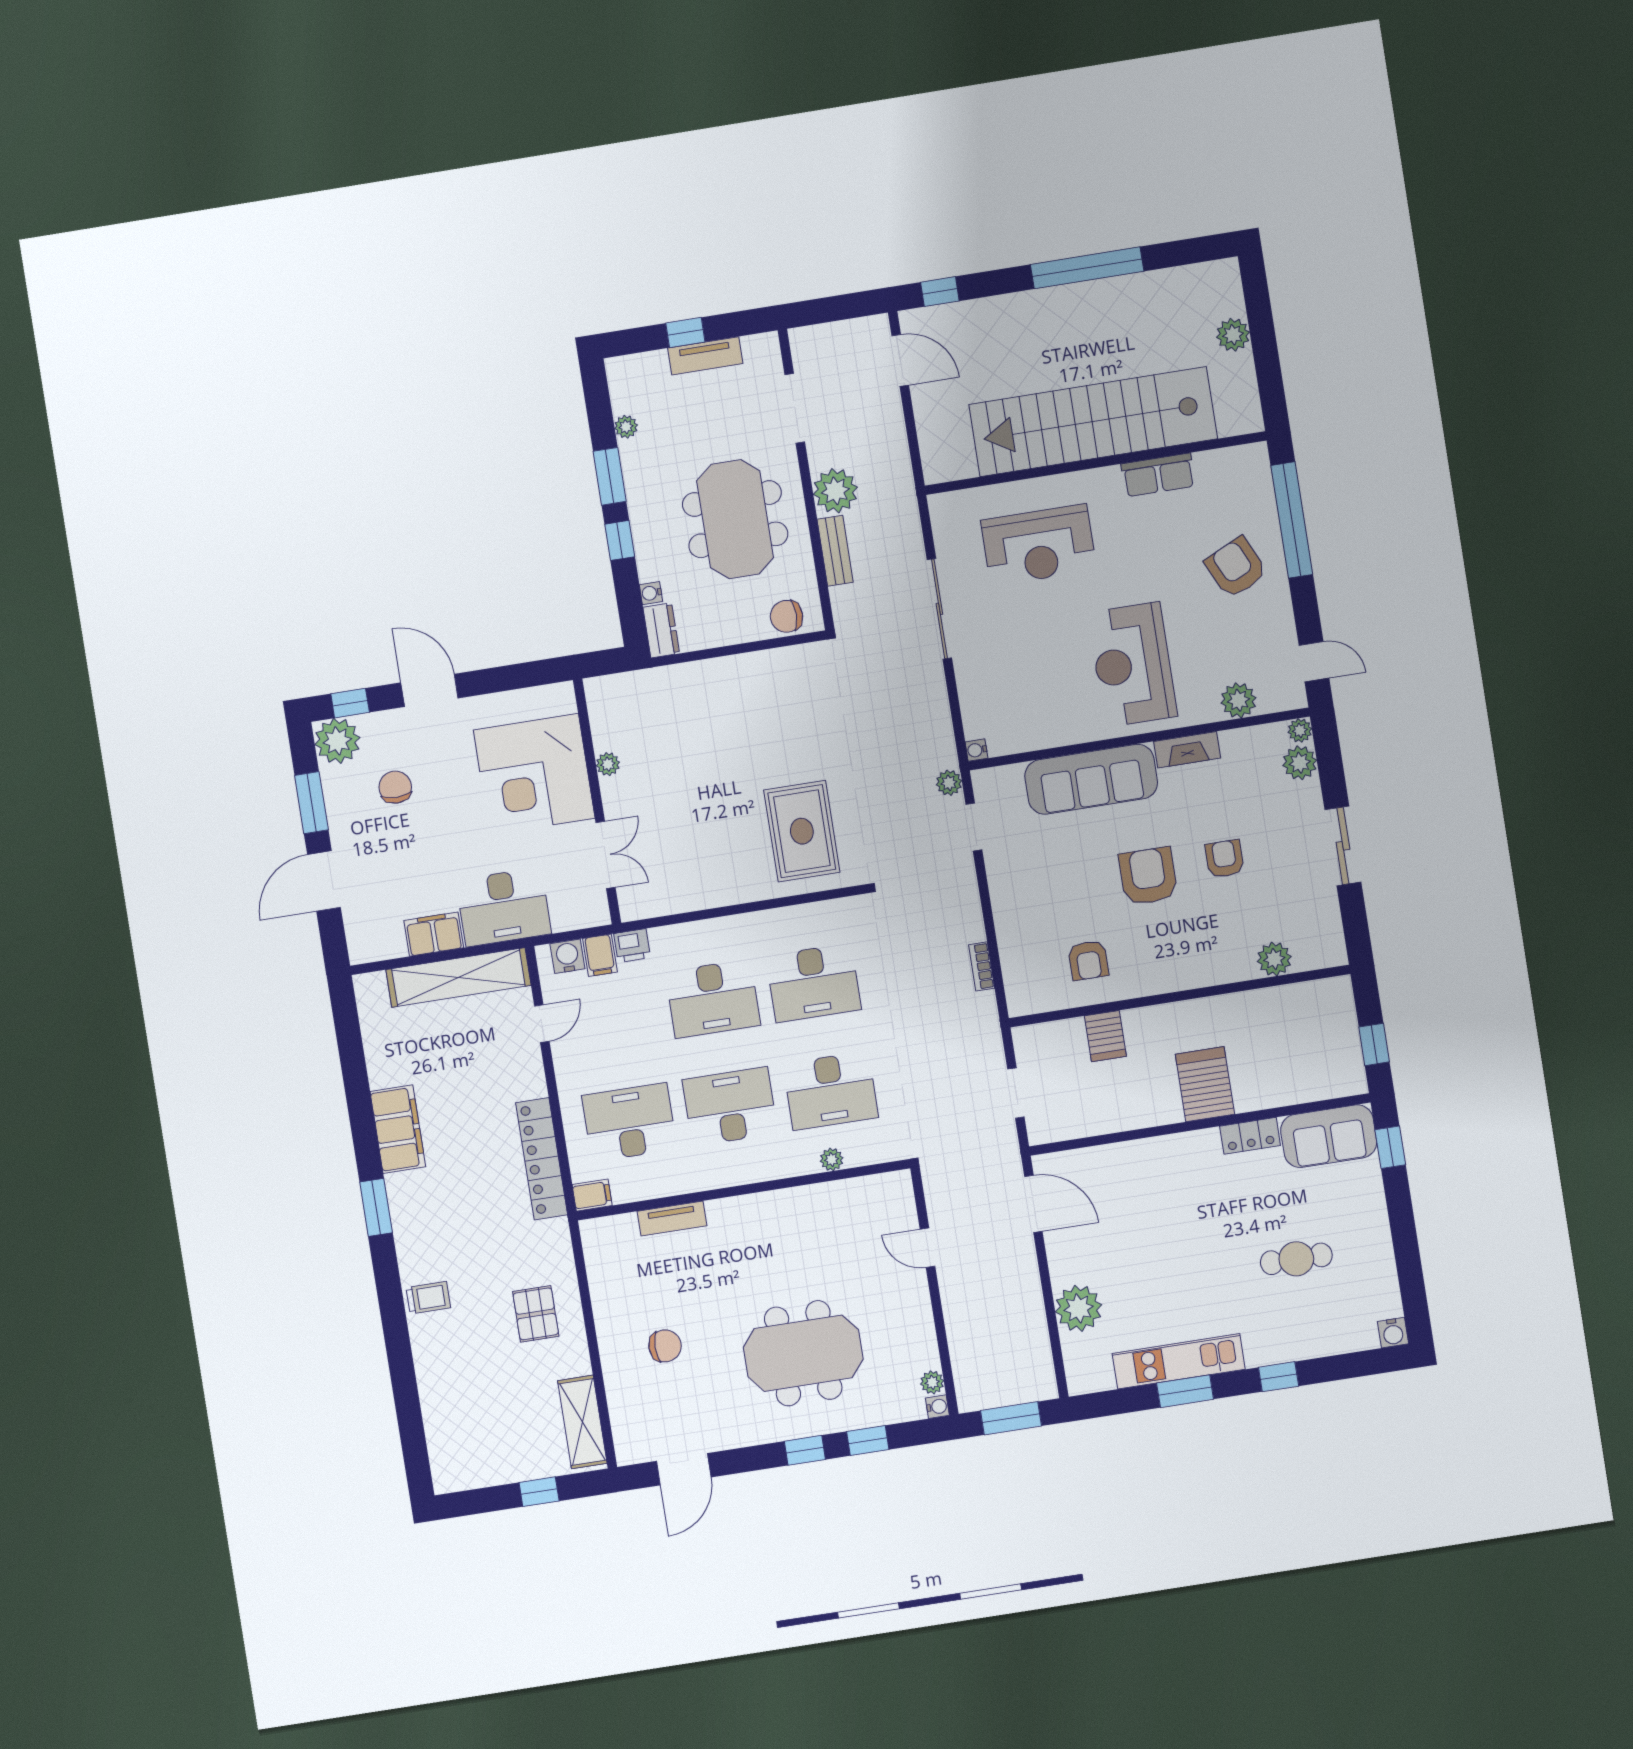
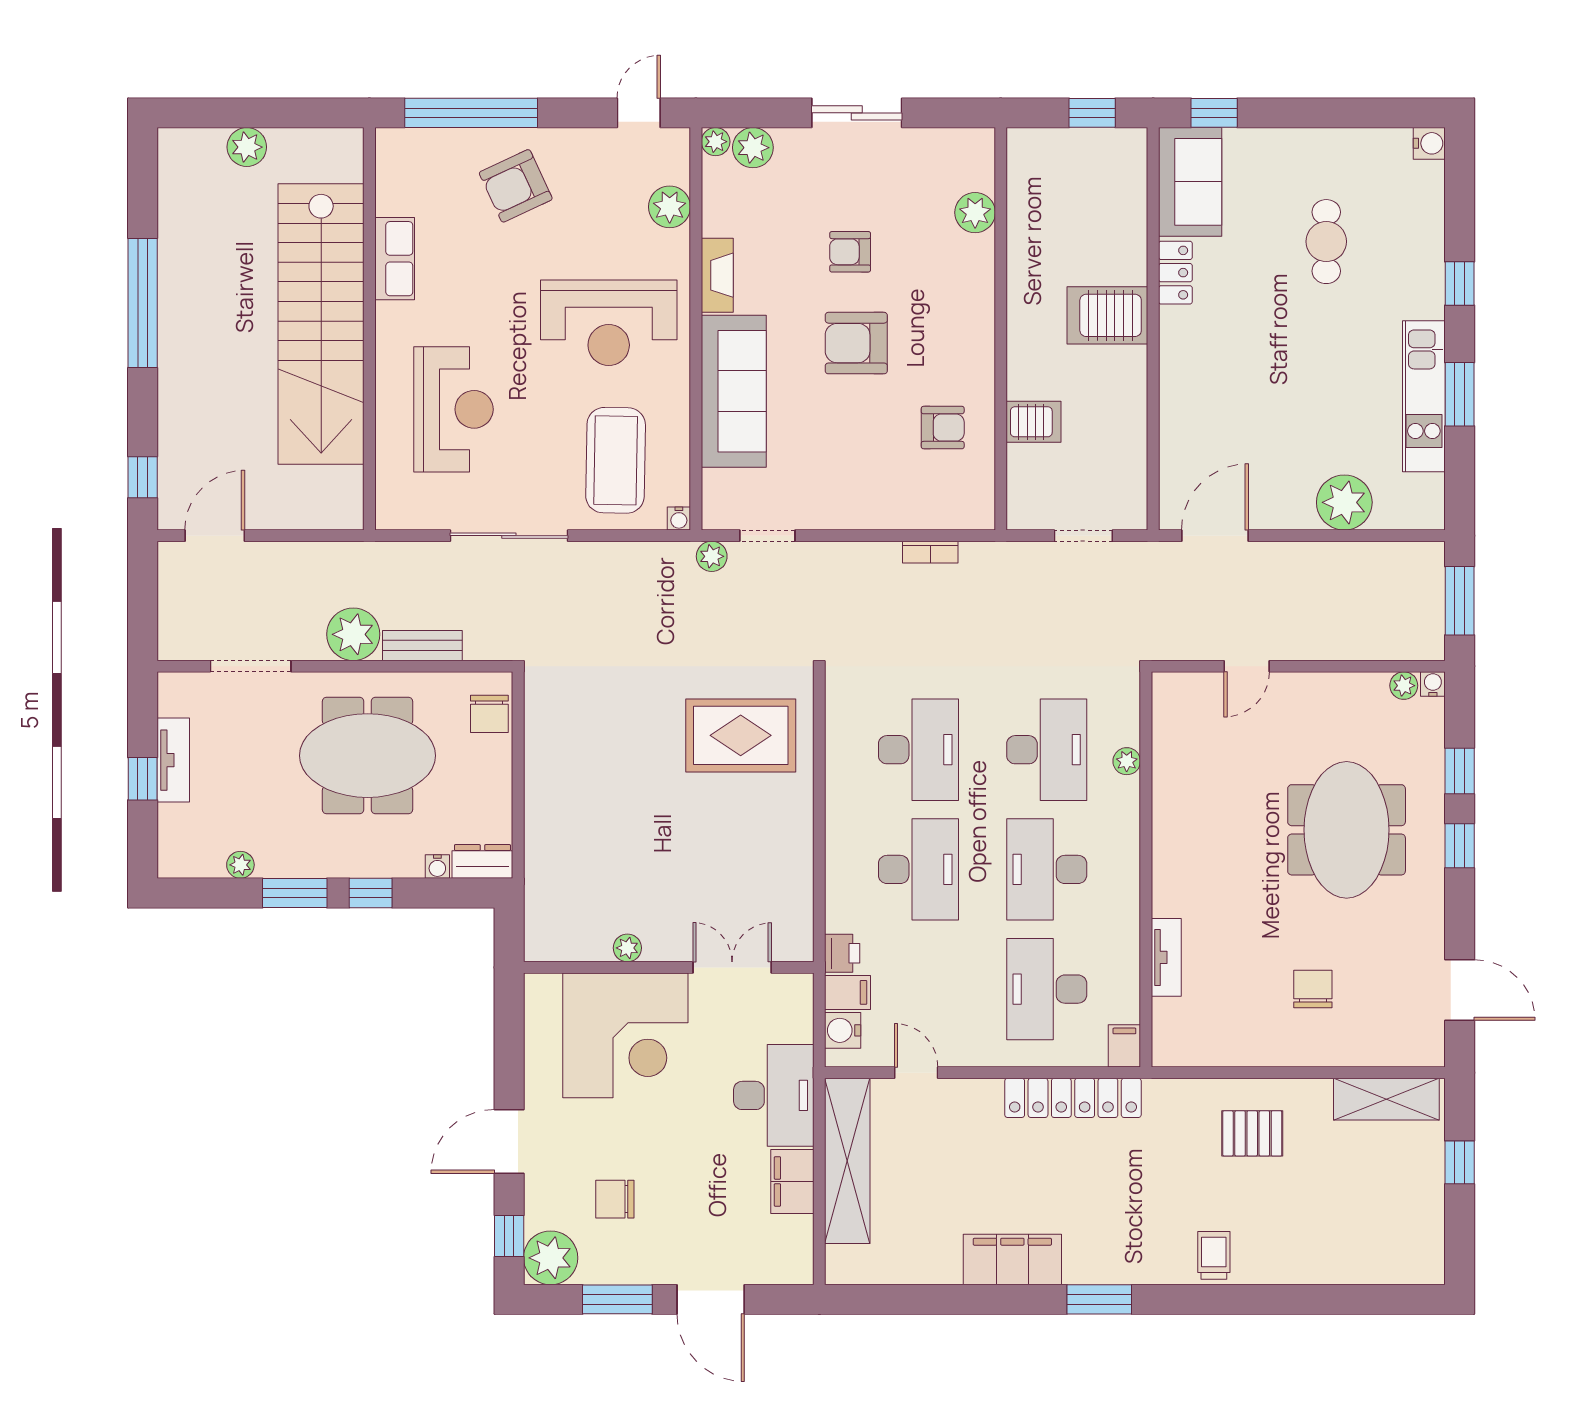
coffee table: (1017, 689) -> (616, 460), added

